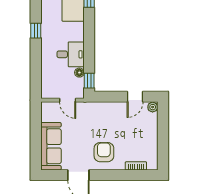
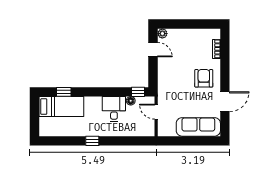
door: (68, 100) -> (156, 112), swing flipped
armchair: (104, 152) -> (204, 78), turned 90

